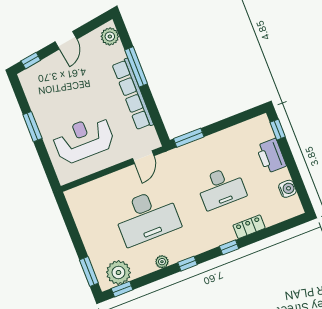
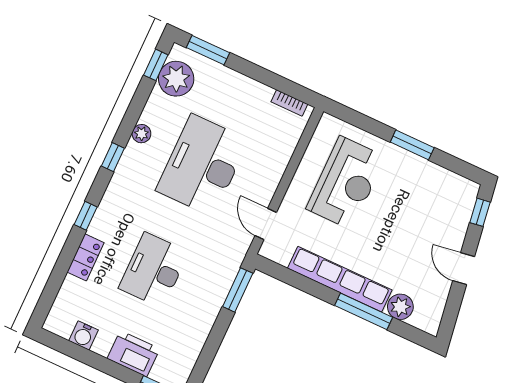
plant: (110, 36) -> (400, 307), moved
bookcase: (74, 206) -> (289, 103), added

